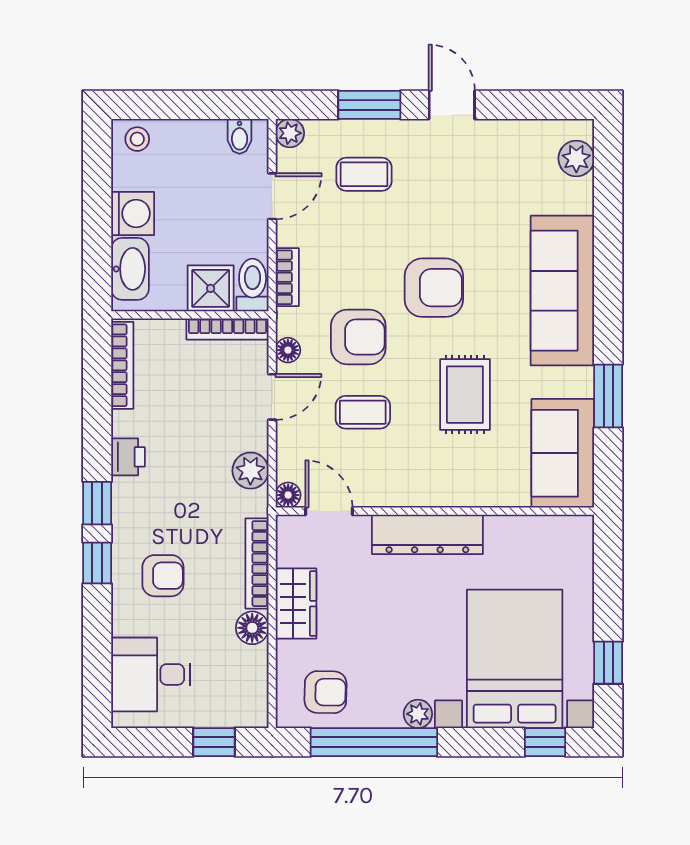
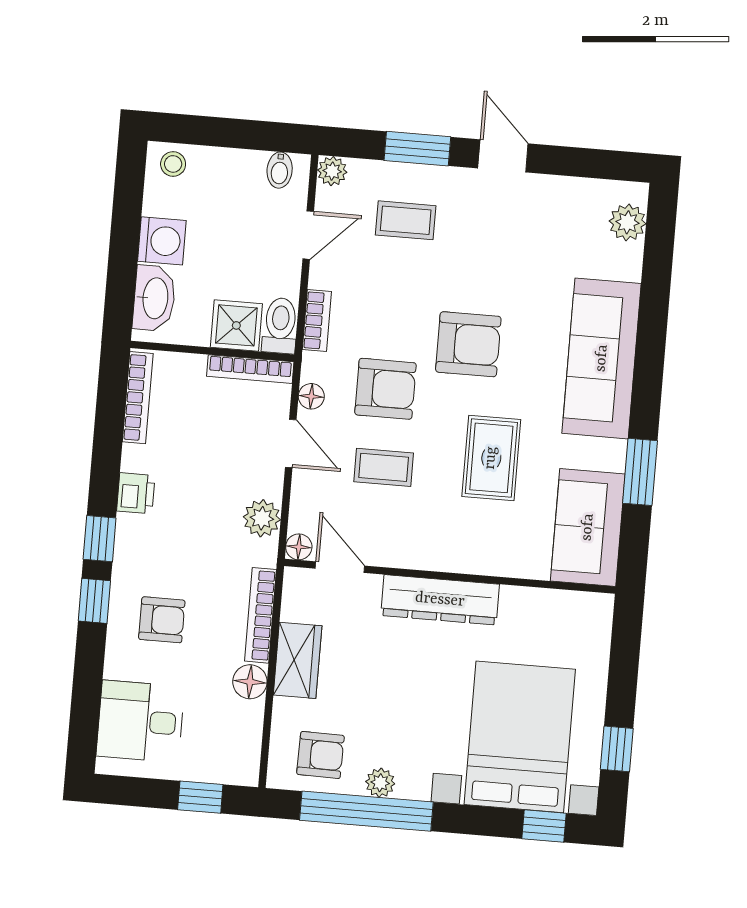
door: (272, 397) -> (291, 444), hinge flipped
plant: (418, 714) -> (380, 783), moved

